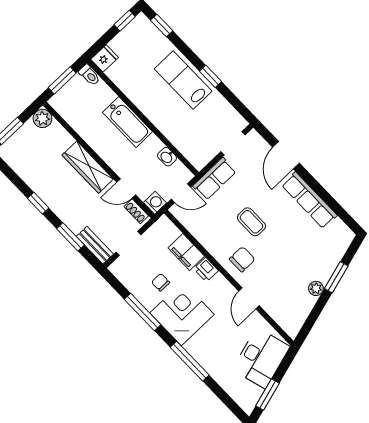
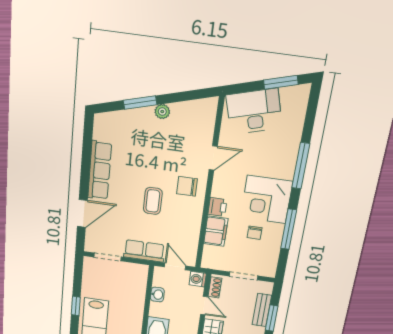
bench: (95, 245) -> (262, 310), moved

